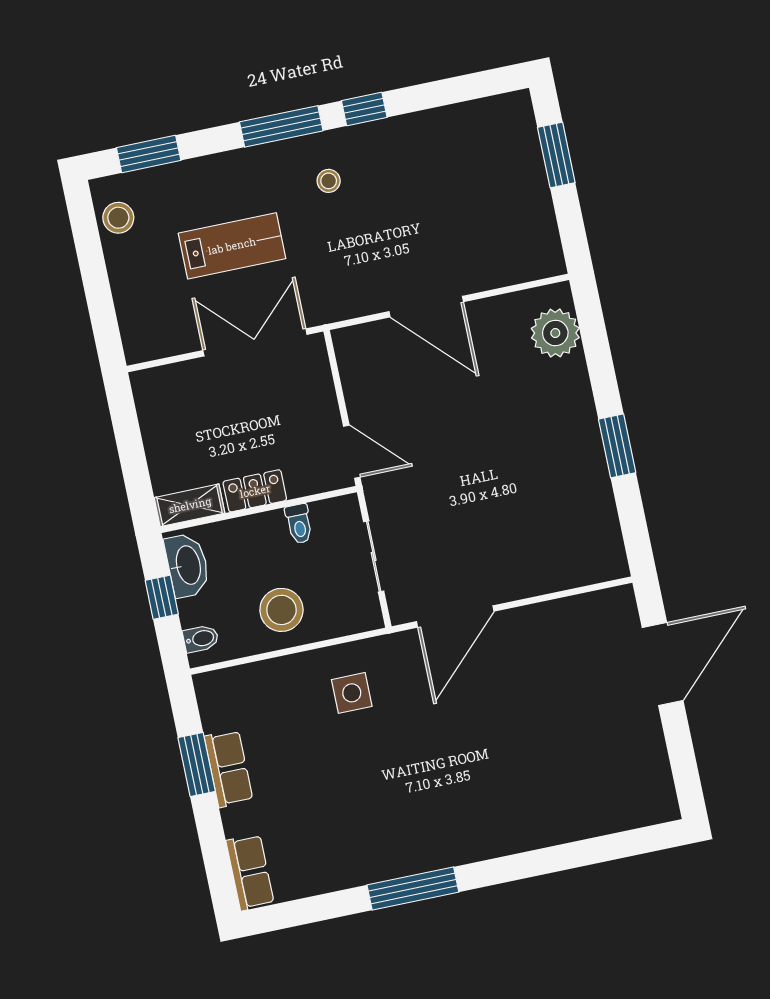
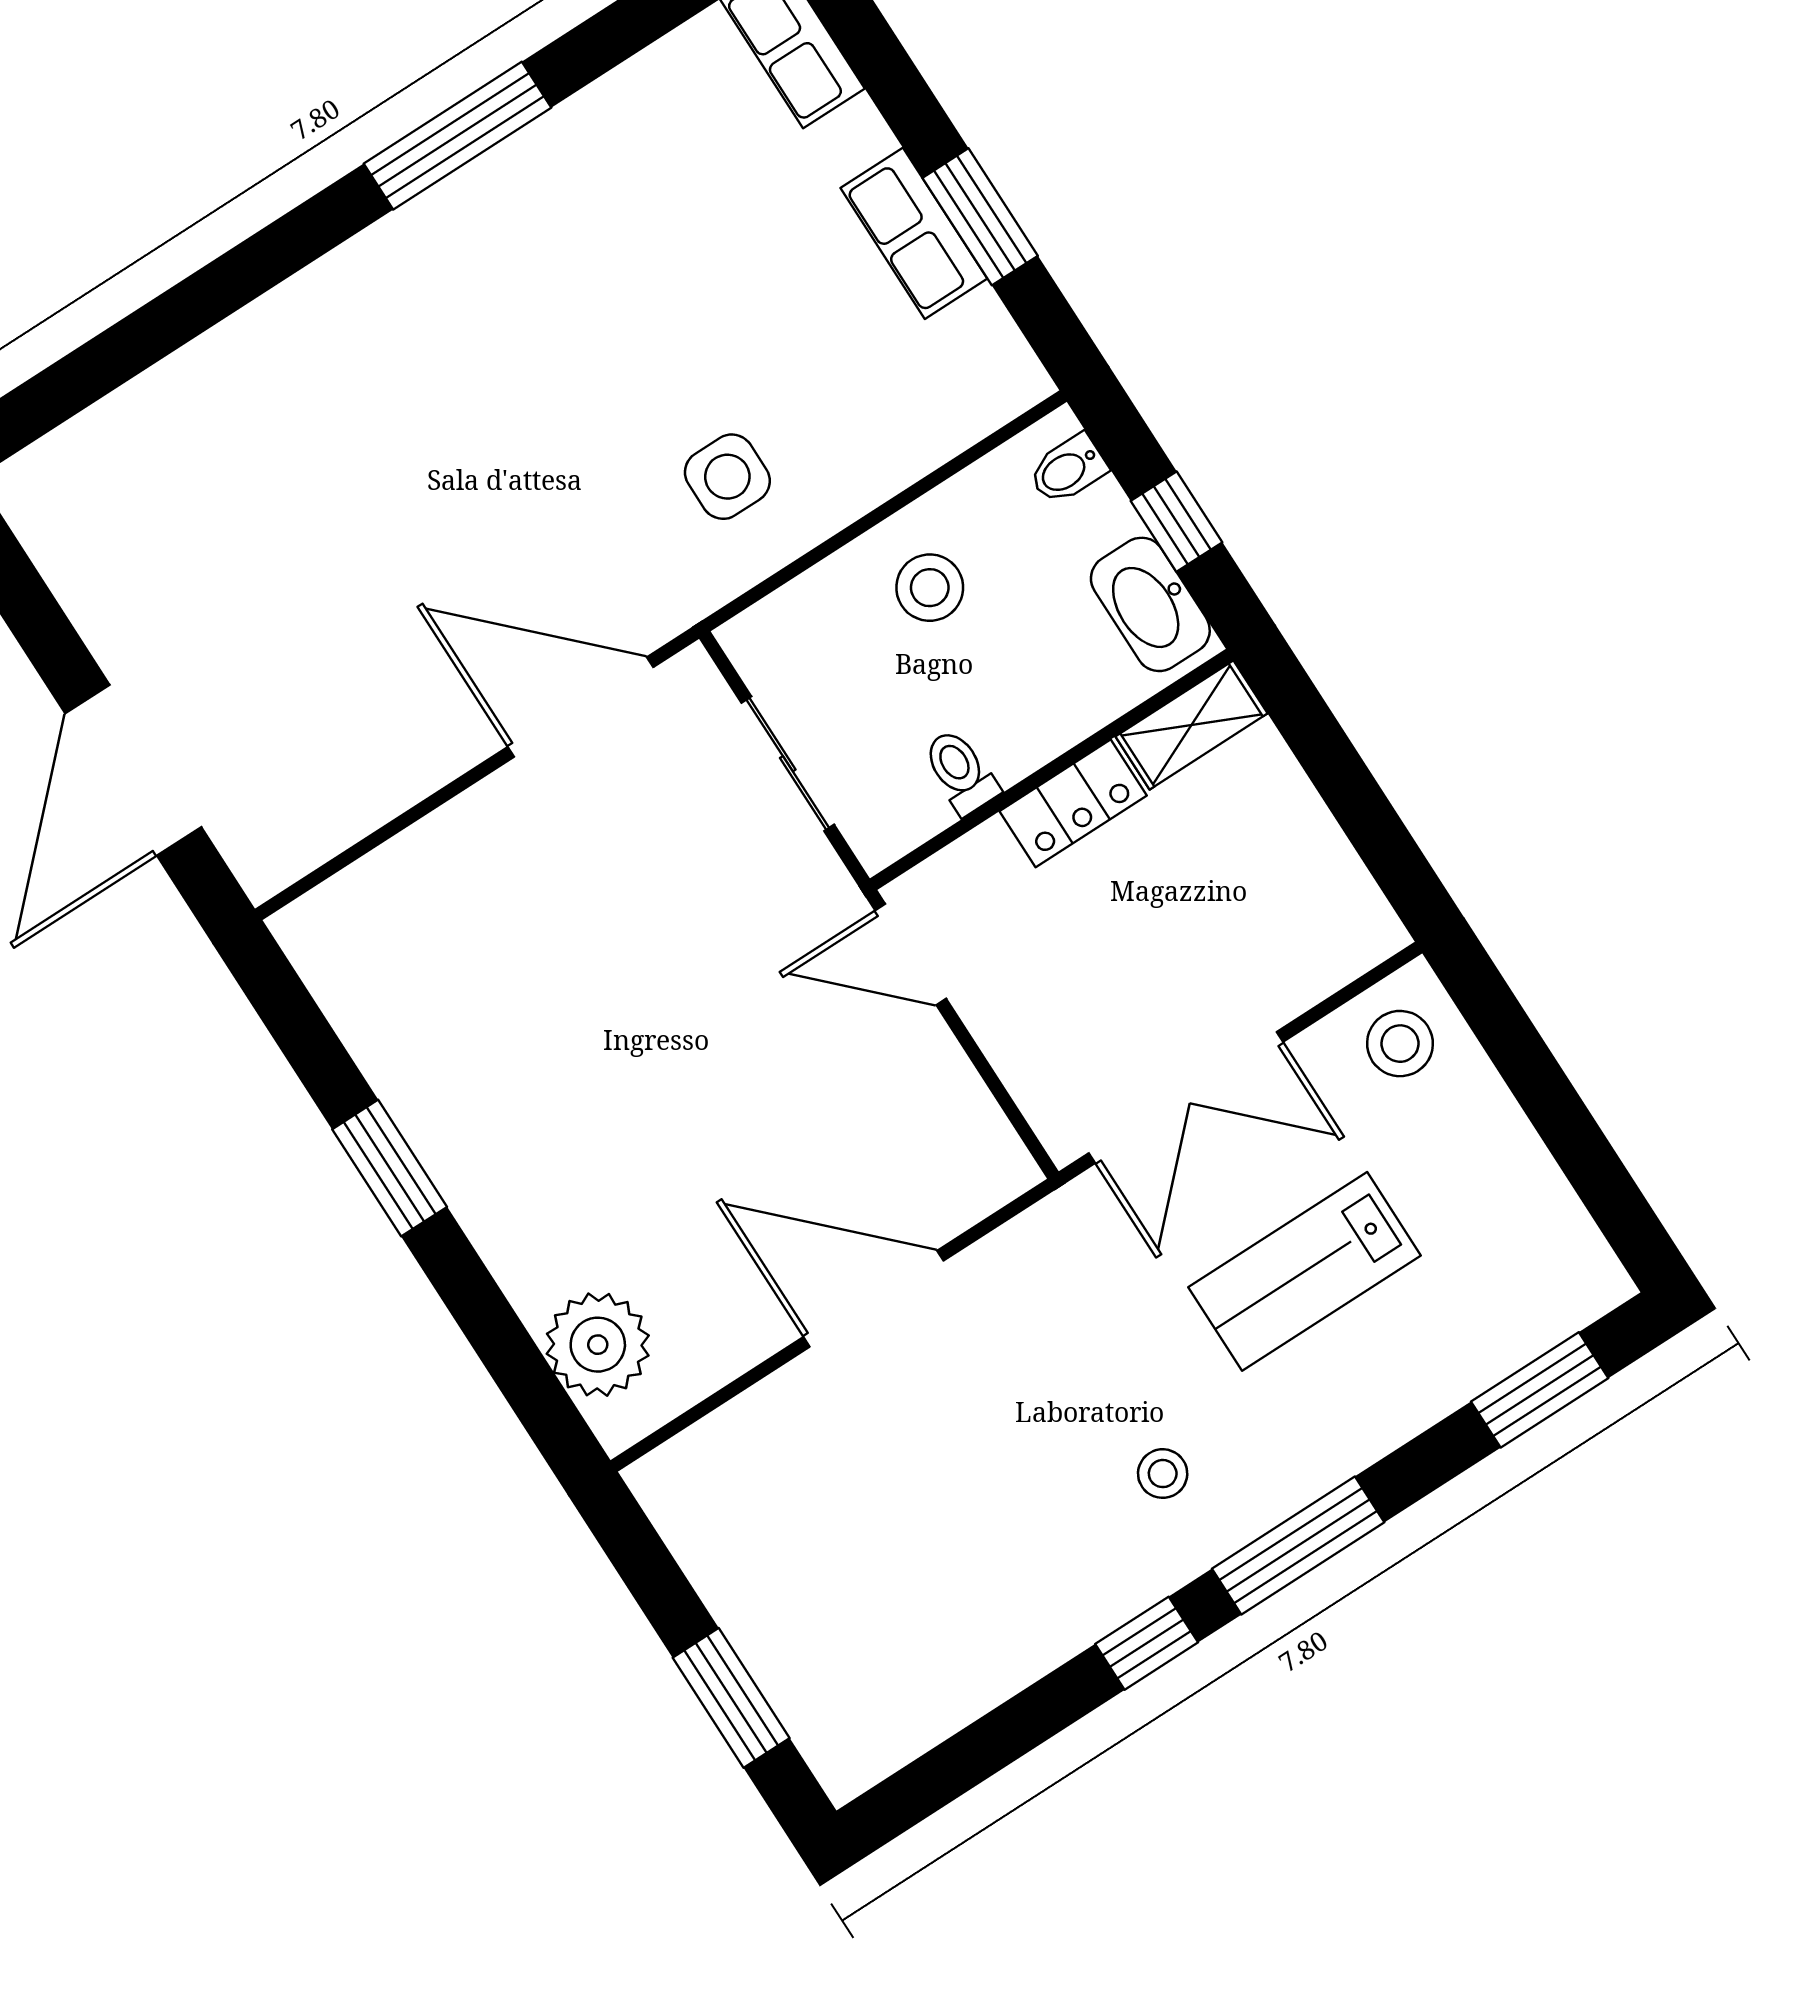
stool: (118, 218) -> (1400, 1044), moved
stool: (281, 610) -> (930, 588), width x0.73, depth x0.73
door: (455, 616) -> (580, 707), hinge flipped

